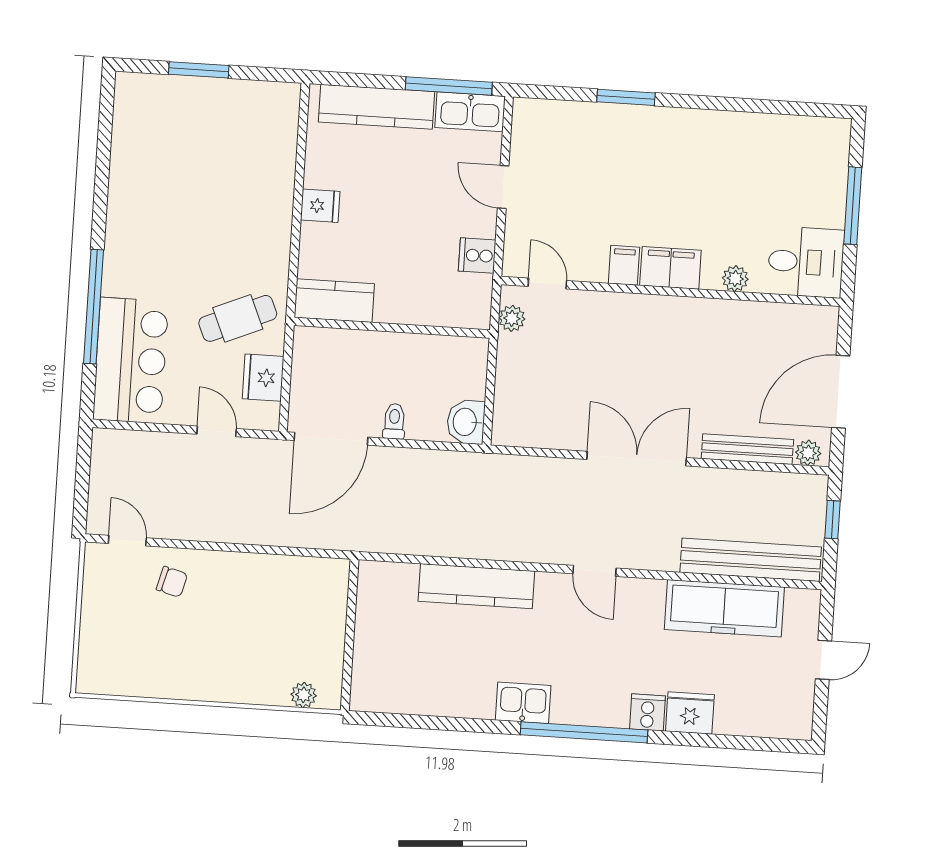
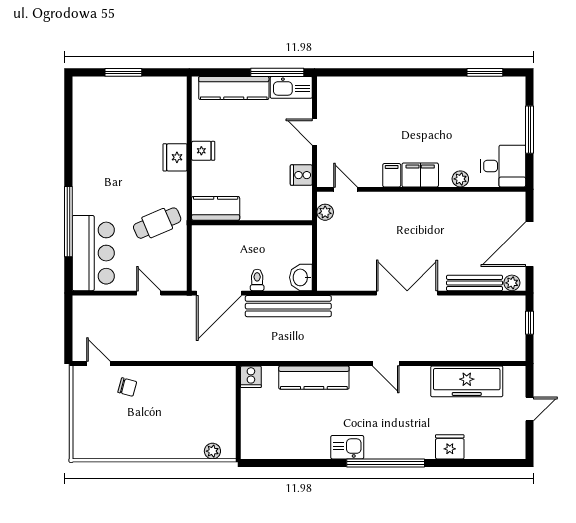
window: (626, 97) -> (485, 72), moved
fridge: (263, 378) -> (175, 157), moved
bench: (751, 560) -> (288, 306), moved
cooker: (647, 712) -> (251, 377), moved, turned 180

